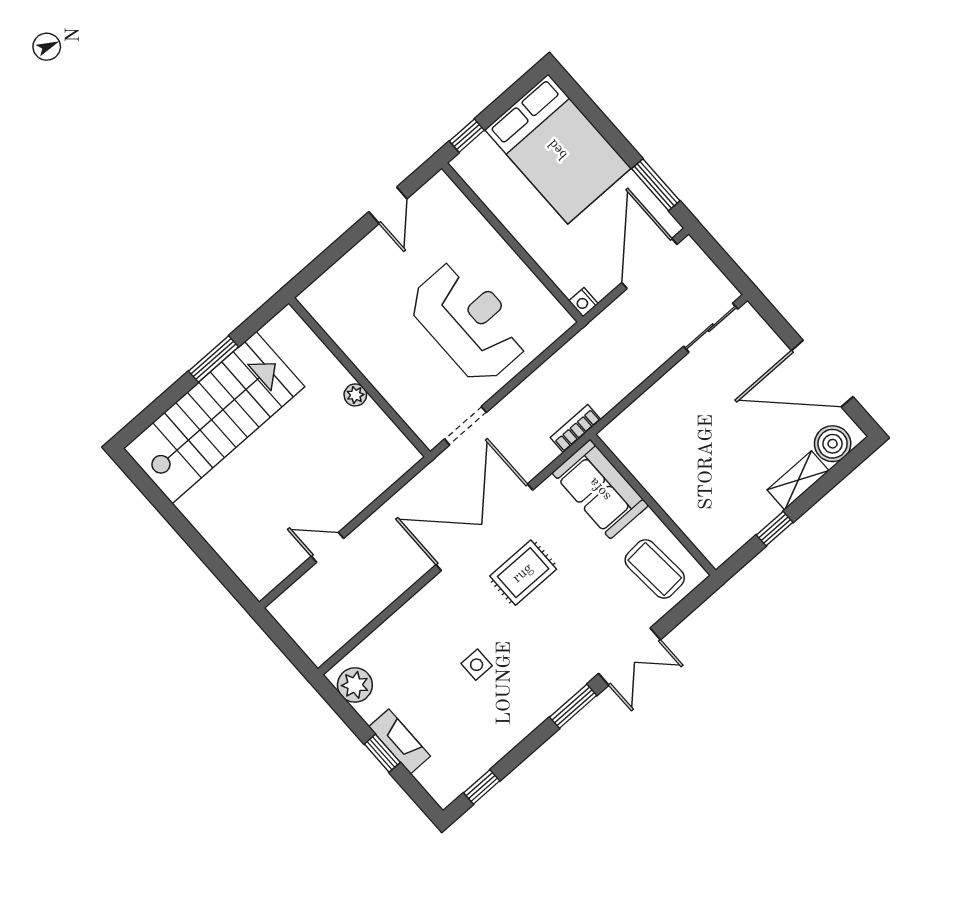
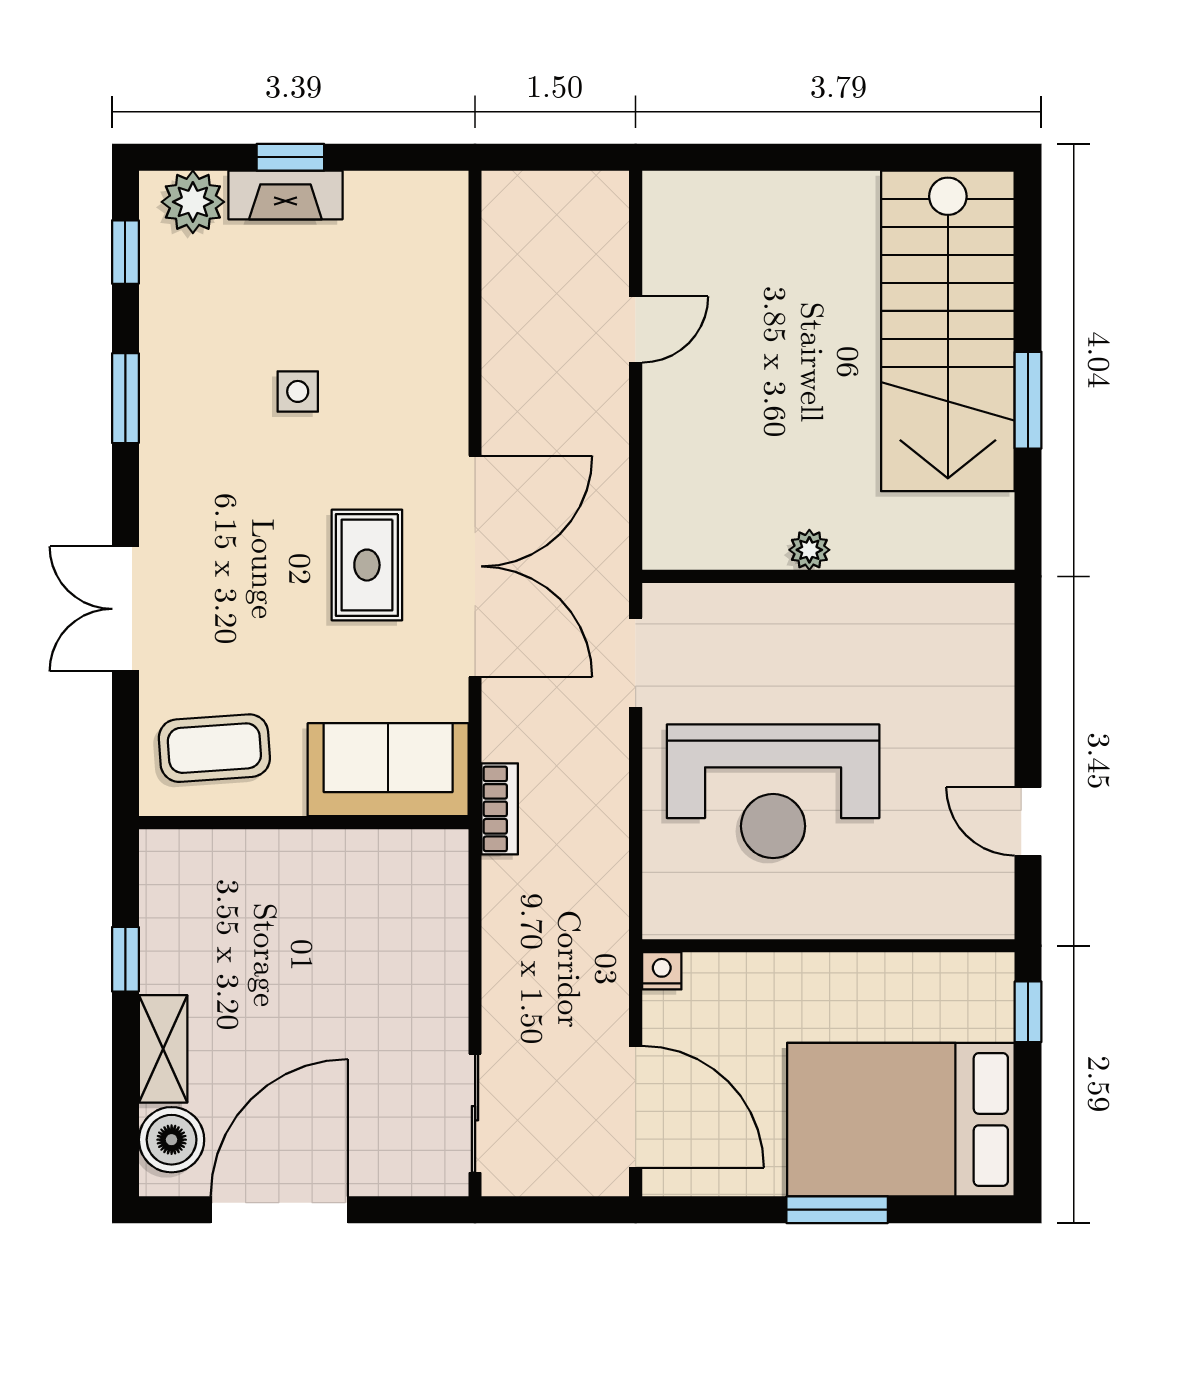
window: (656, 185) -> (837, 1210), moved
plant: (355, 685) -> (193, 202), moved
window: (573, 706) -> (125, 398), moved

